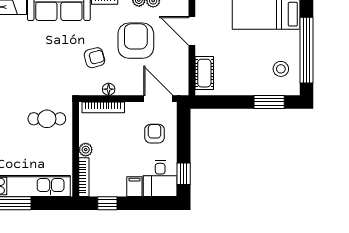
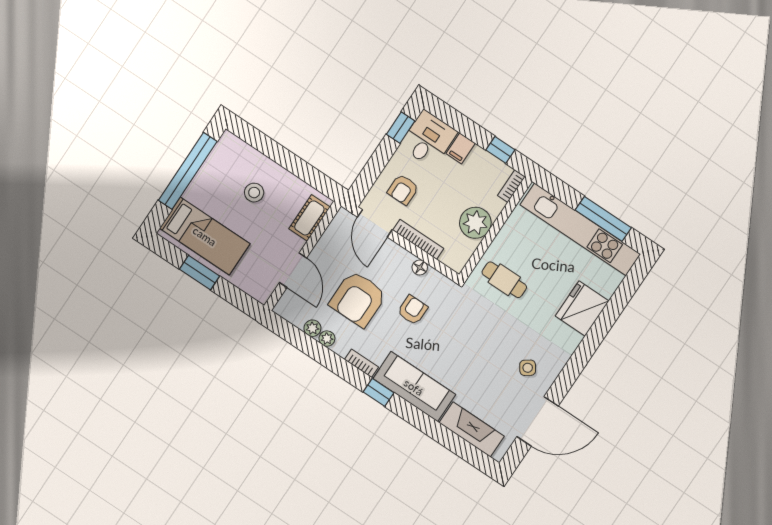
armchair: (94, 58) -> (412, 310), turned 105
stool: (281, 69) -> (254, 193), moved
window: (269, 102) -> (262, 143), removed
bookcase: (103, 107) -> (418, 239), moved
plant: (86, 150) -> (475, 223), width x1.87, depth x1.87
bookcase: (84, 177) -> (511, 186), width x0.64

